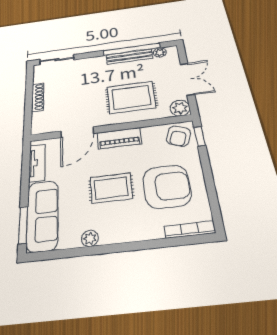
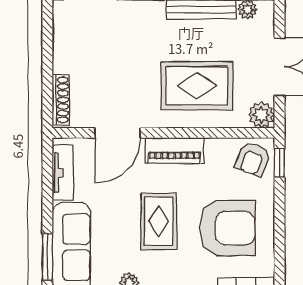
shoe rack: (38, 97) -> (61, 100), moved
rug: (111, 188) -> (159, 221), turned 90

